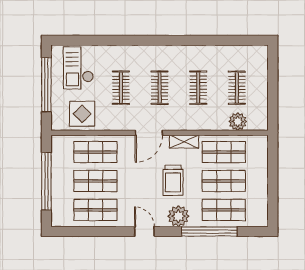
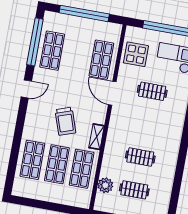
clothes rail: (160, 88) -> (146, 124), removed
door: (149, 133) -> (112, 93), moved
trolley: (173, 180) -> (65, 121), turned -109
shop shelf: (95, 181) -> (77, 55), removed
plant: (178, 216) -> (34, 120), removed
window: (209, 231) -> (35, 42), moved

